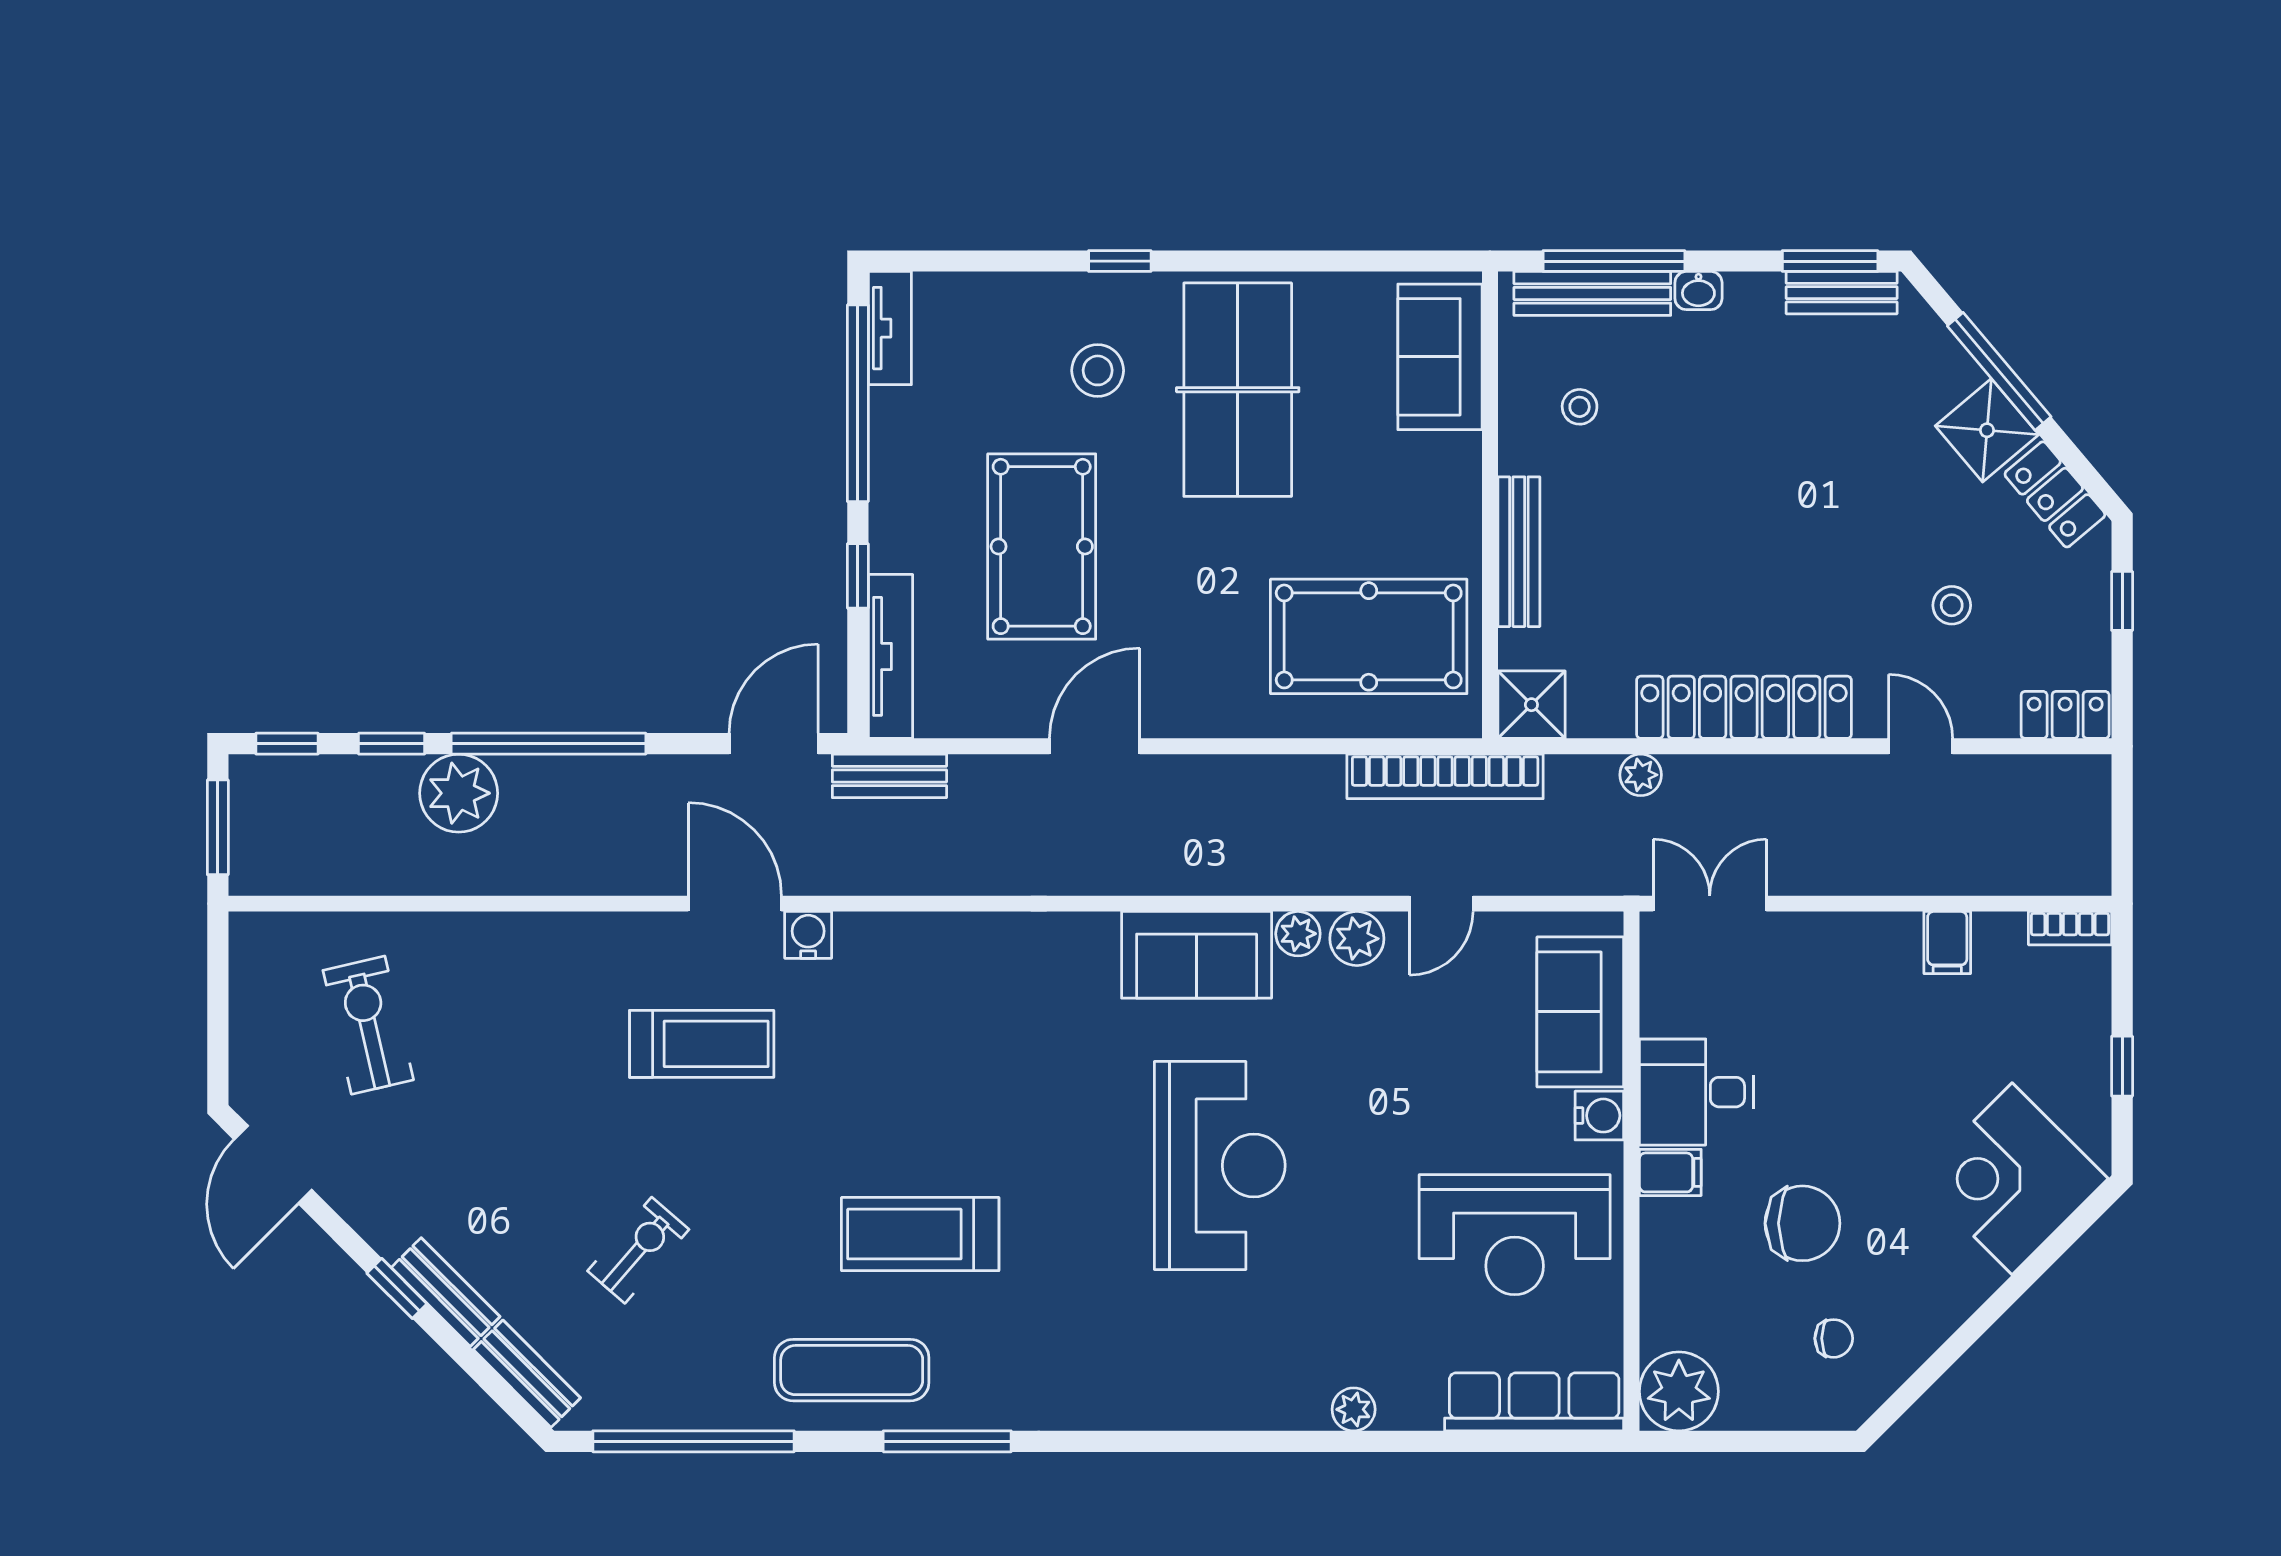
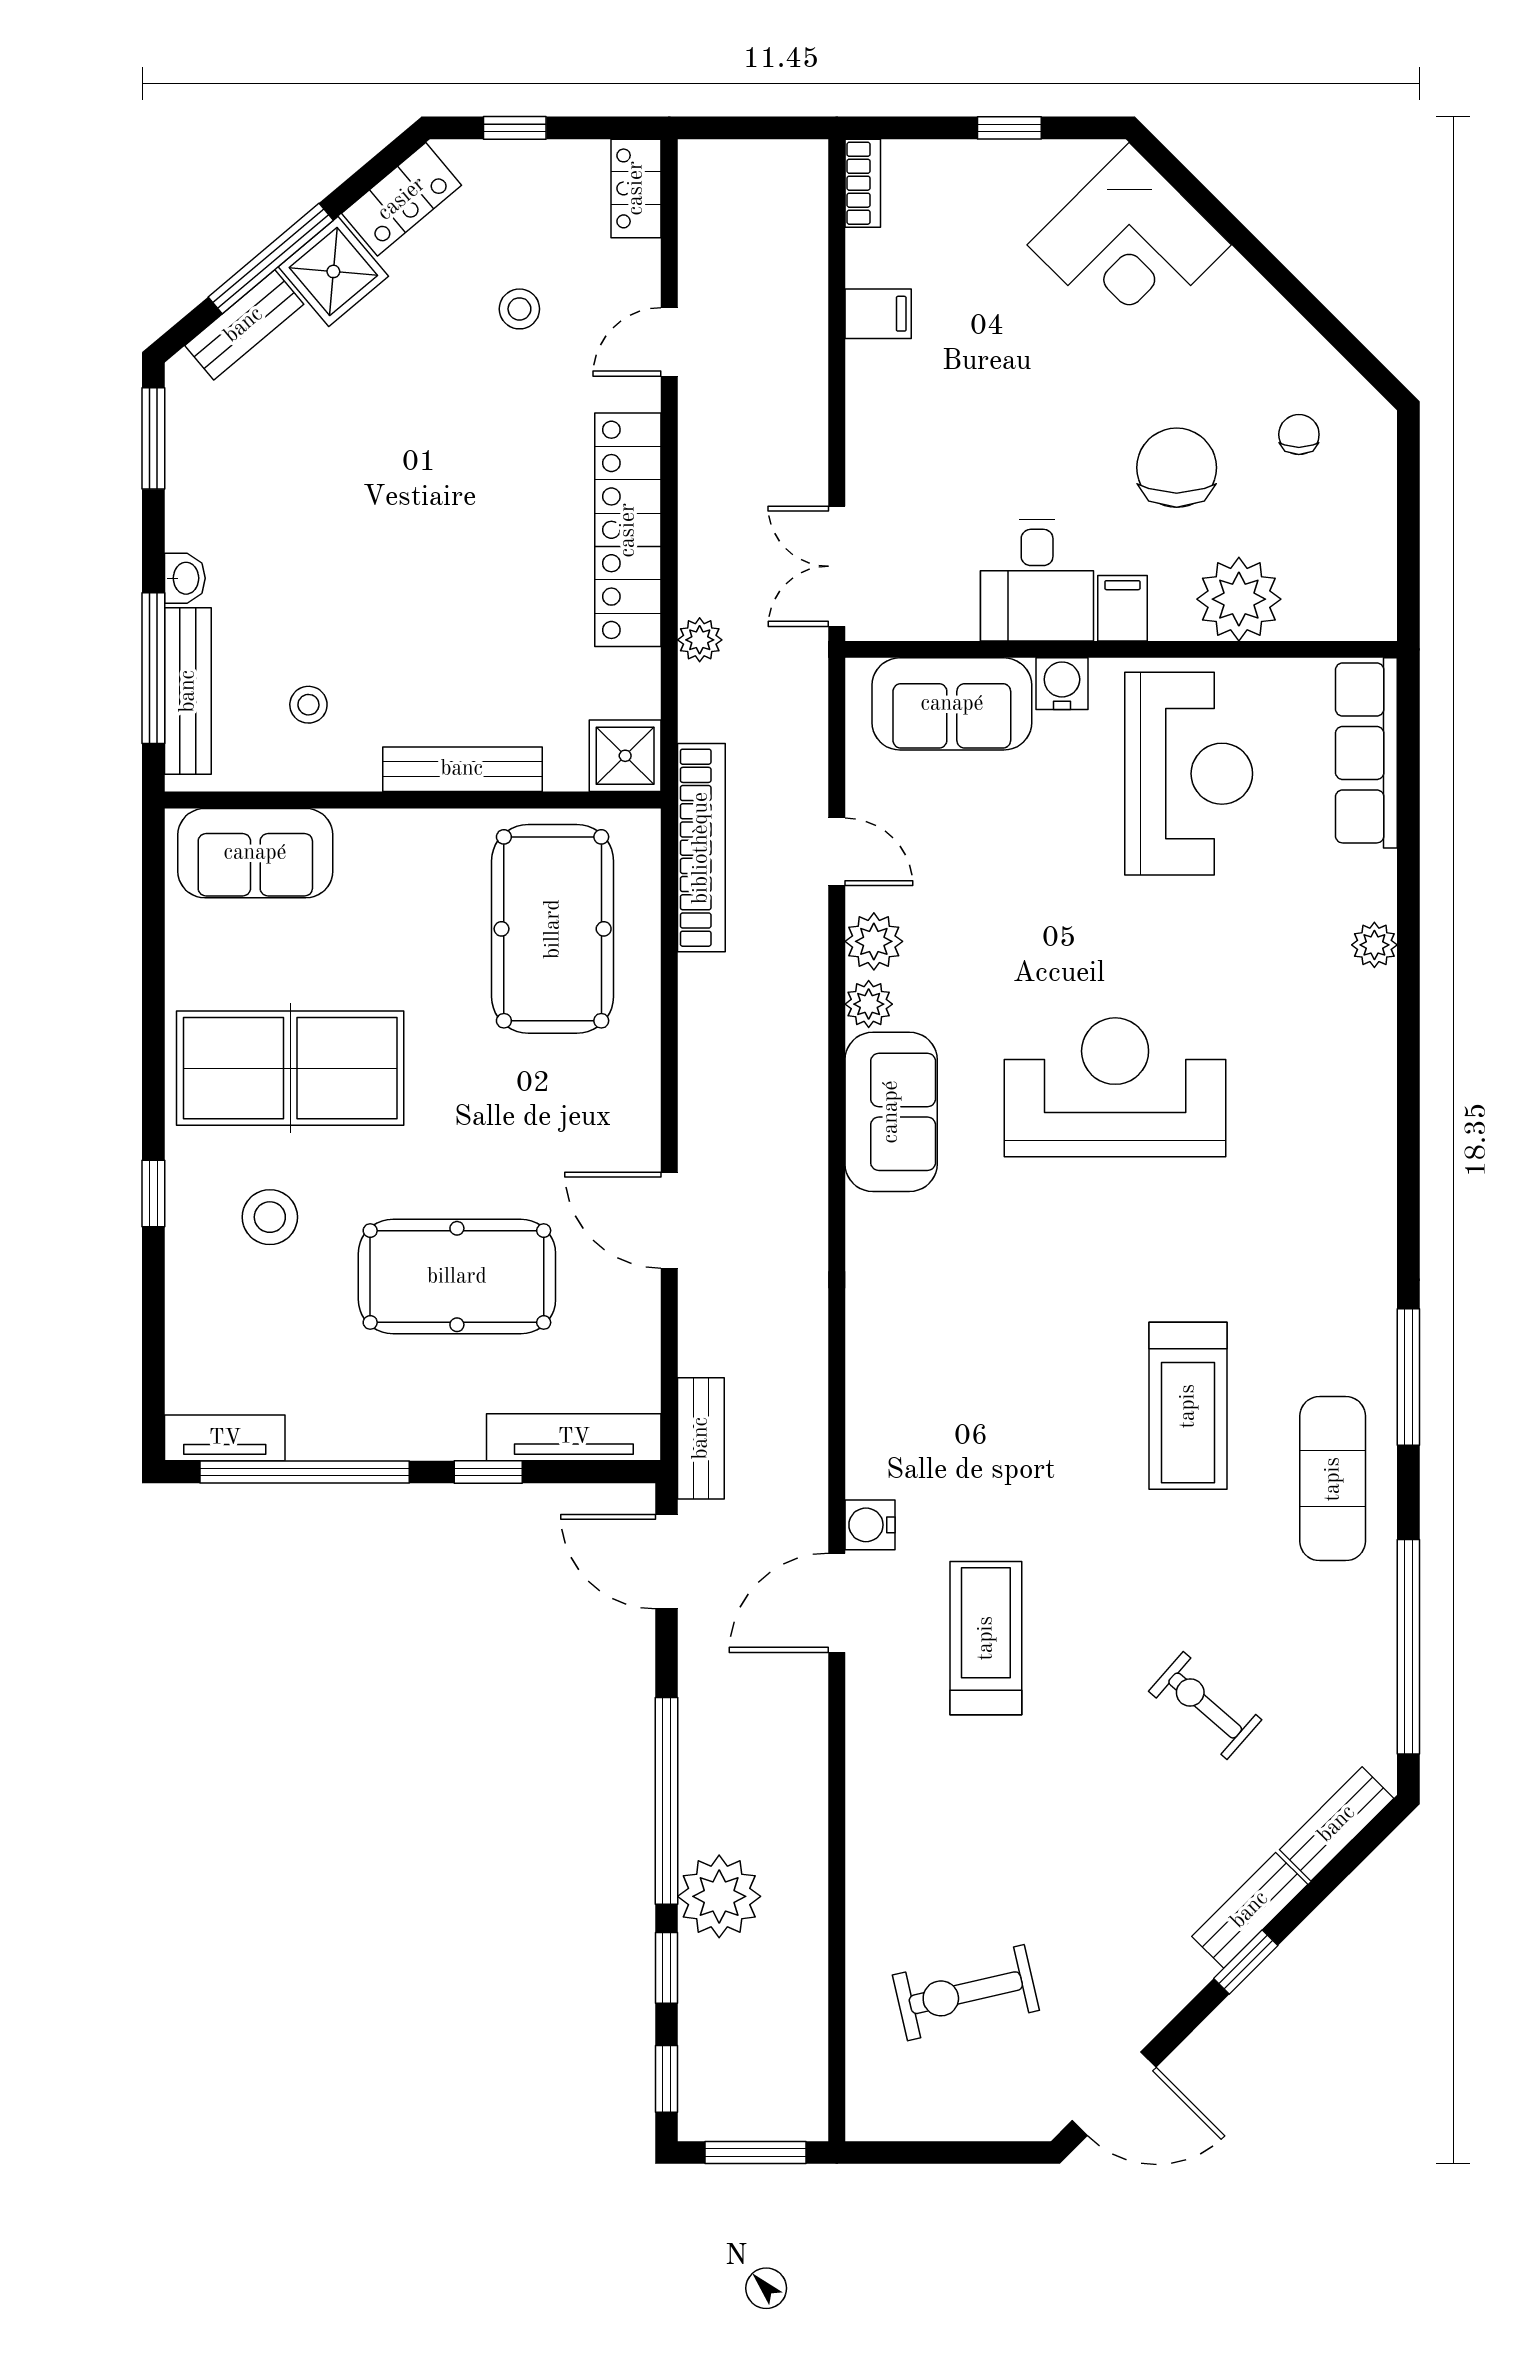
bench: (1842, 293) -> (244, 325), moved, turned 50
plant: (1679, 1391) -> (1239, 599), moved

